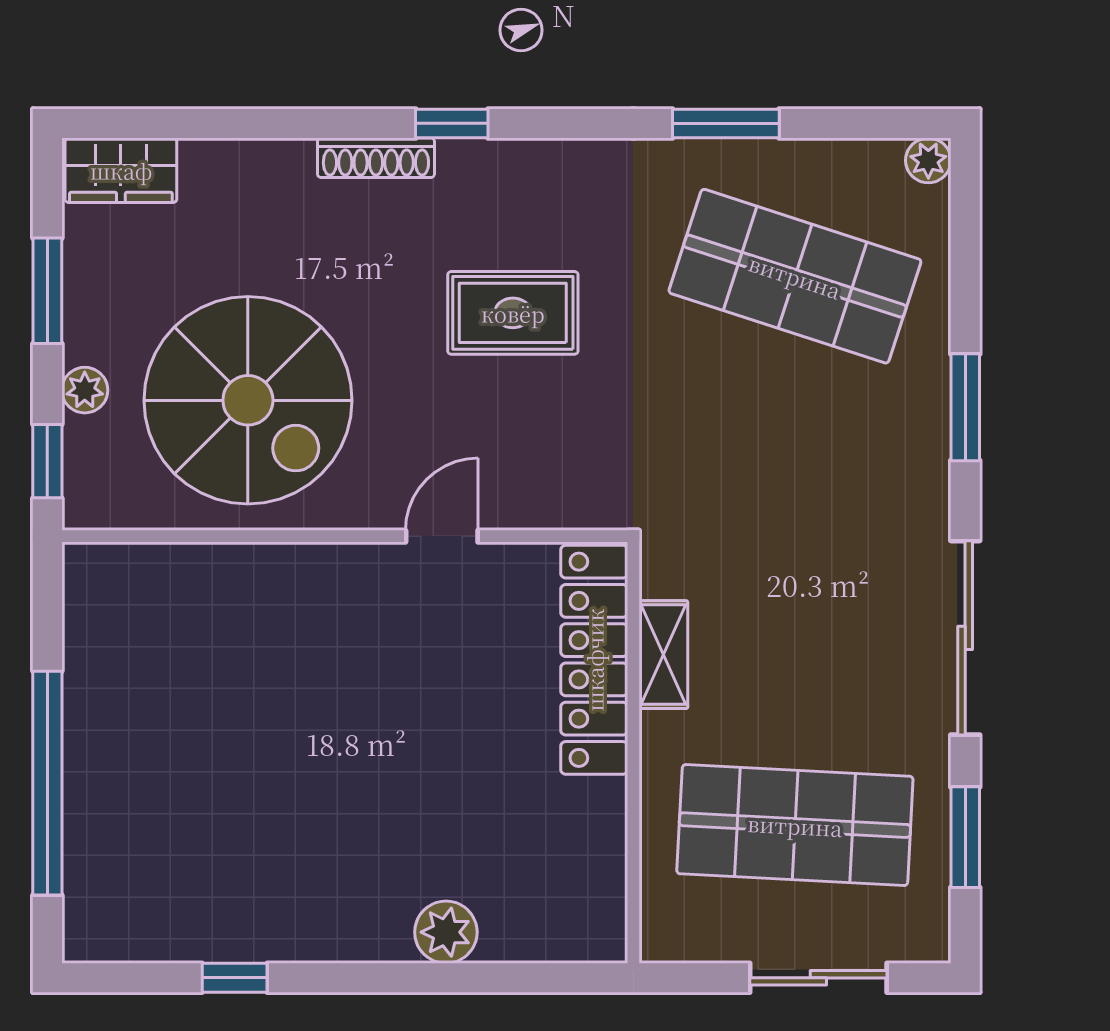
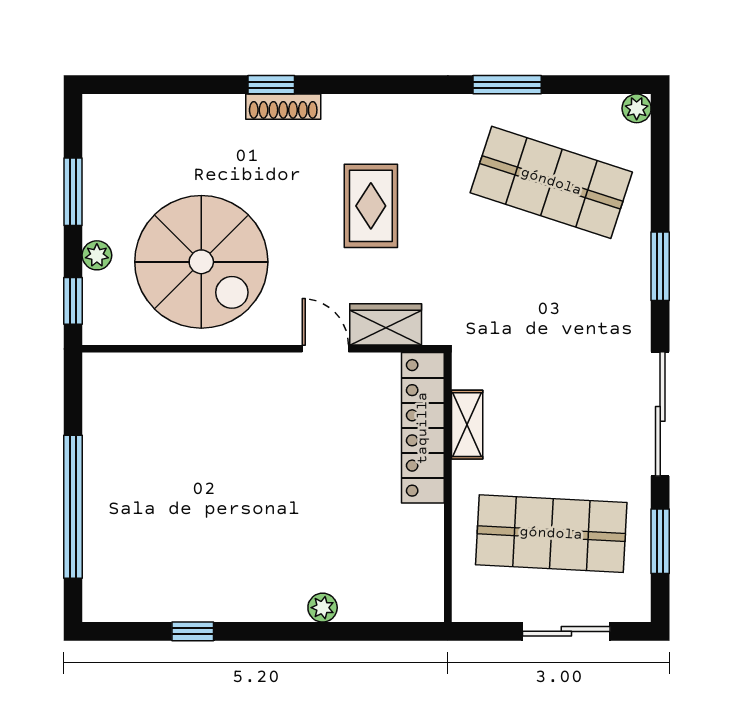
window: (452, 123) -> (271, 85), moved
wardrobe: (121, 170) -> (386, 324), moved, turned 180
rug: (513, 313) -> (371, 206), turned 90
door: (442, 536) -> (325, 349), hinge flipped
plant: (446, 932) -> (323, 608), width x0.73, depth x0.73

